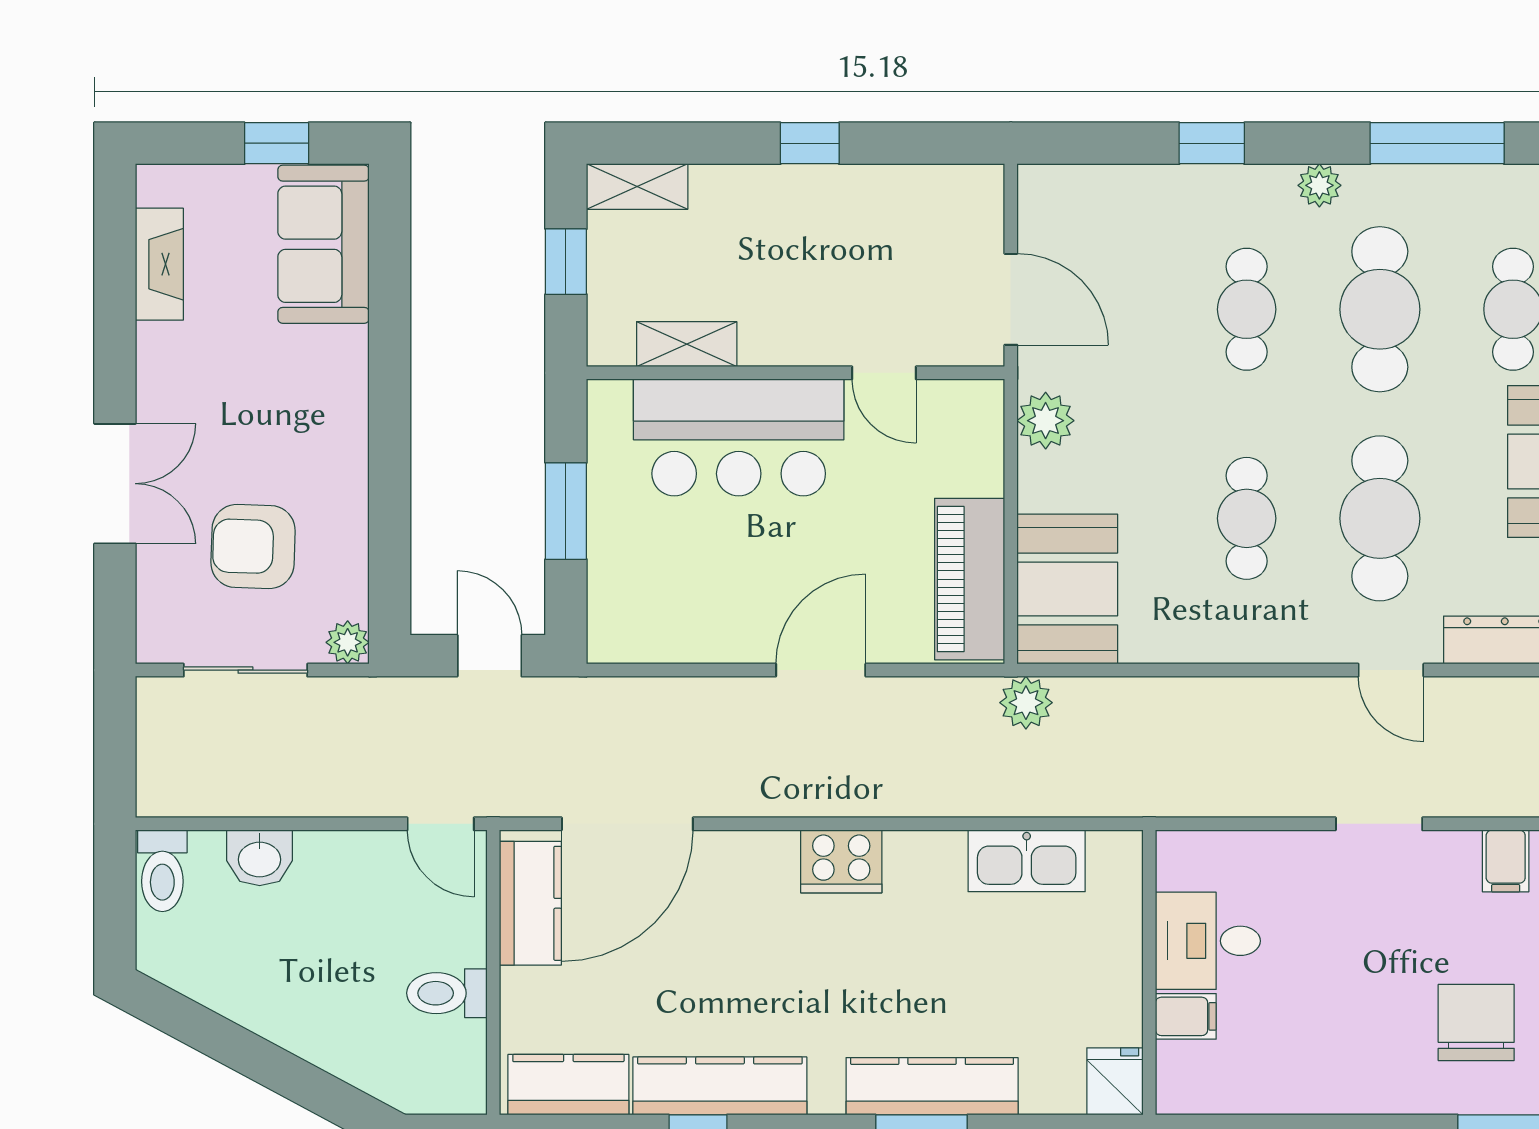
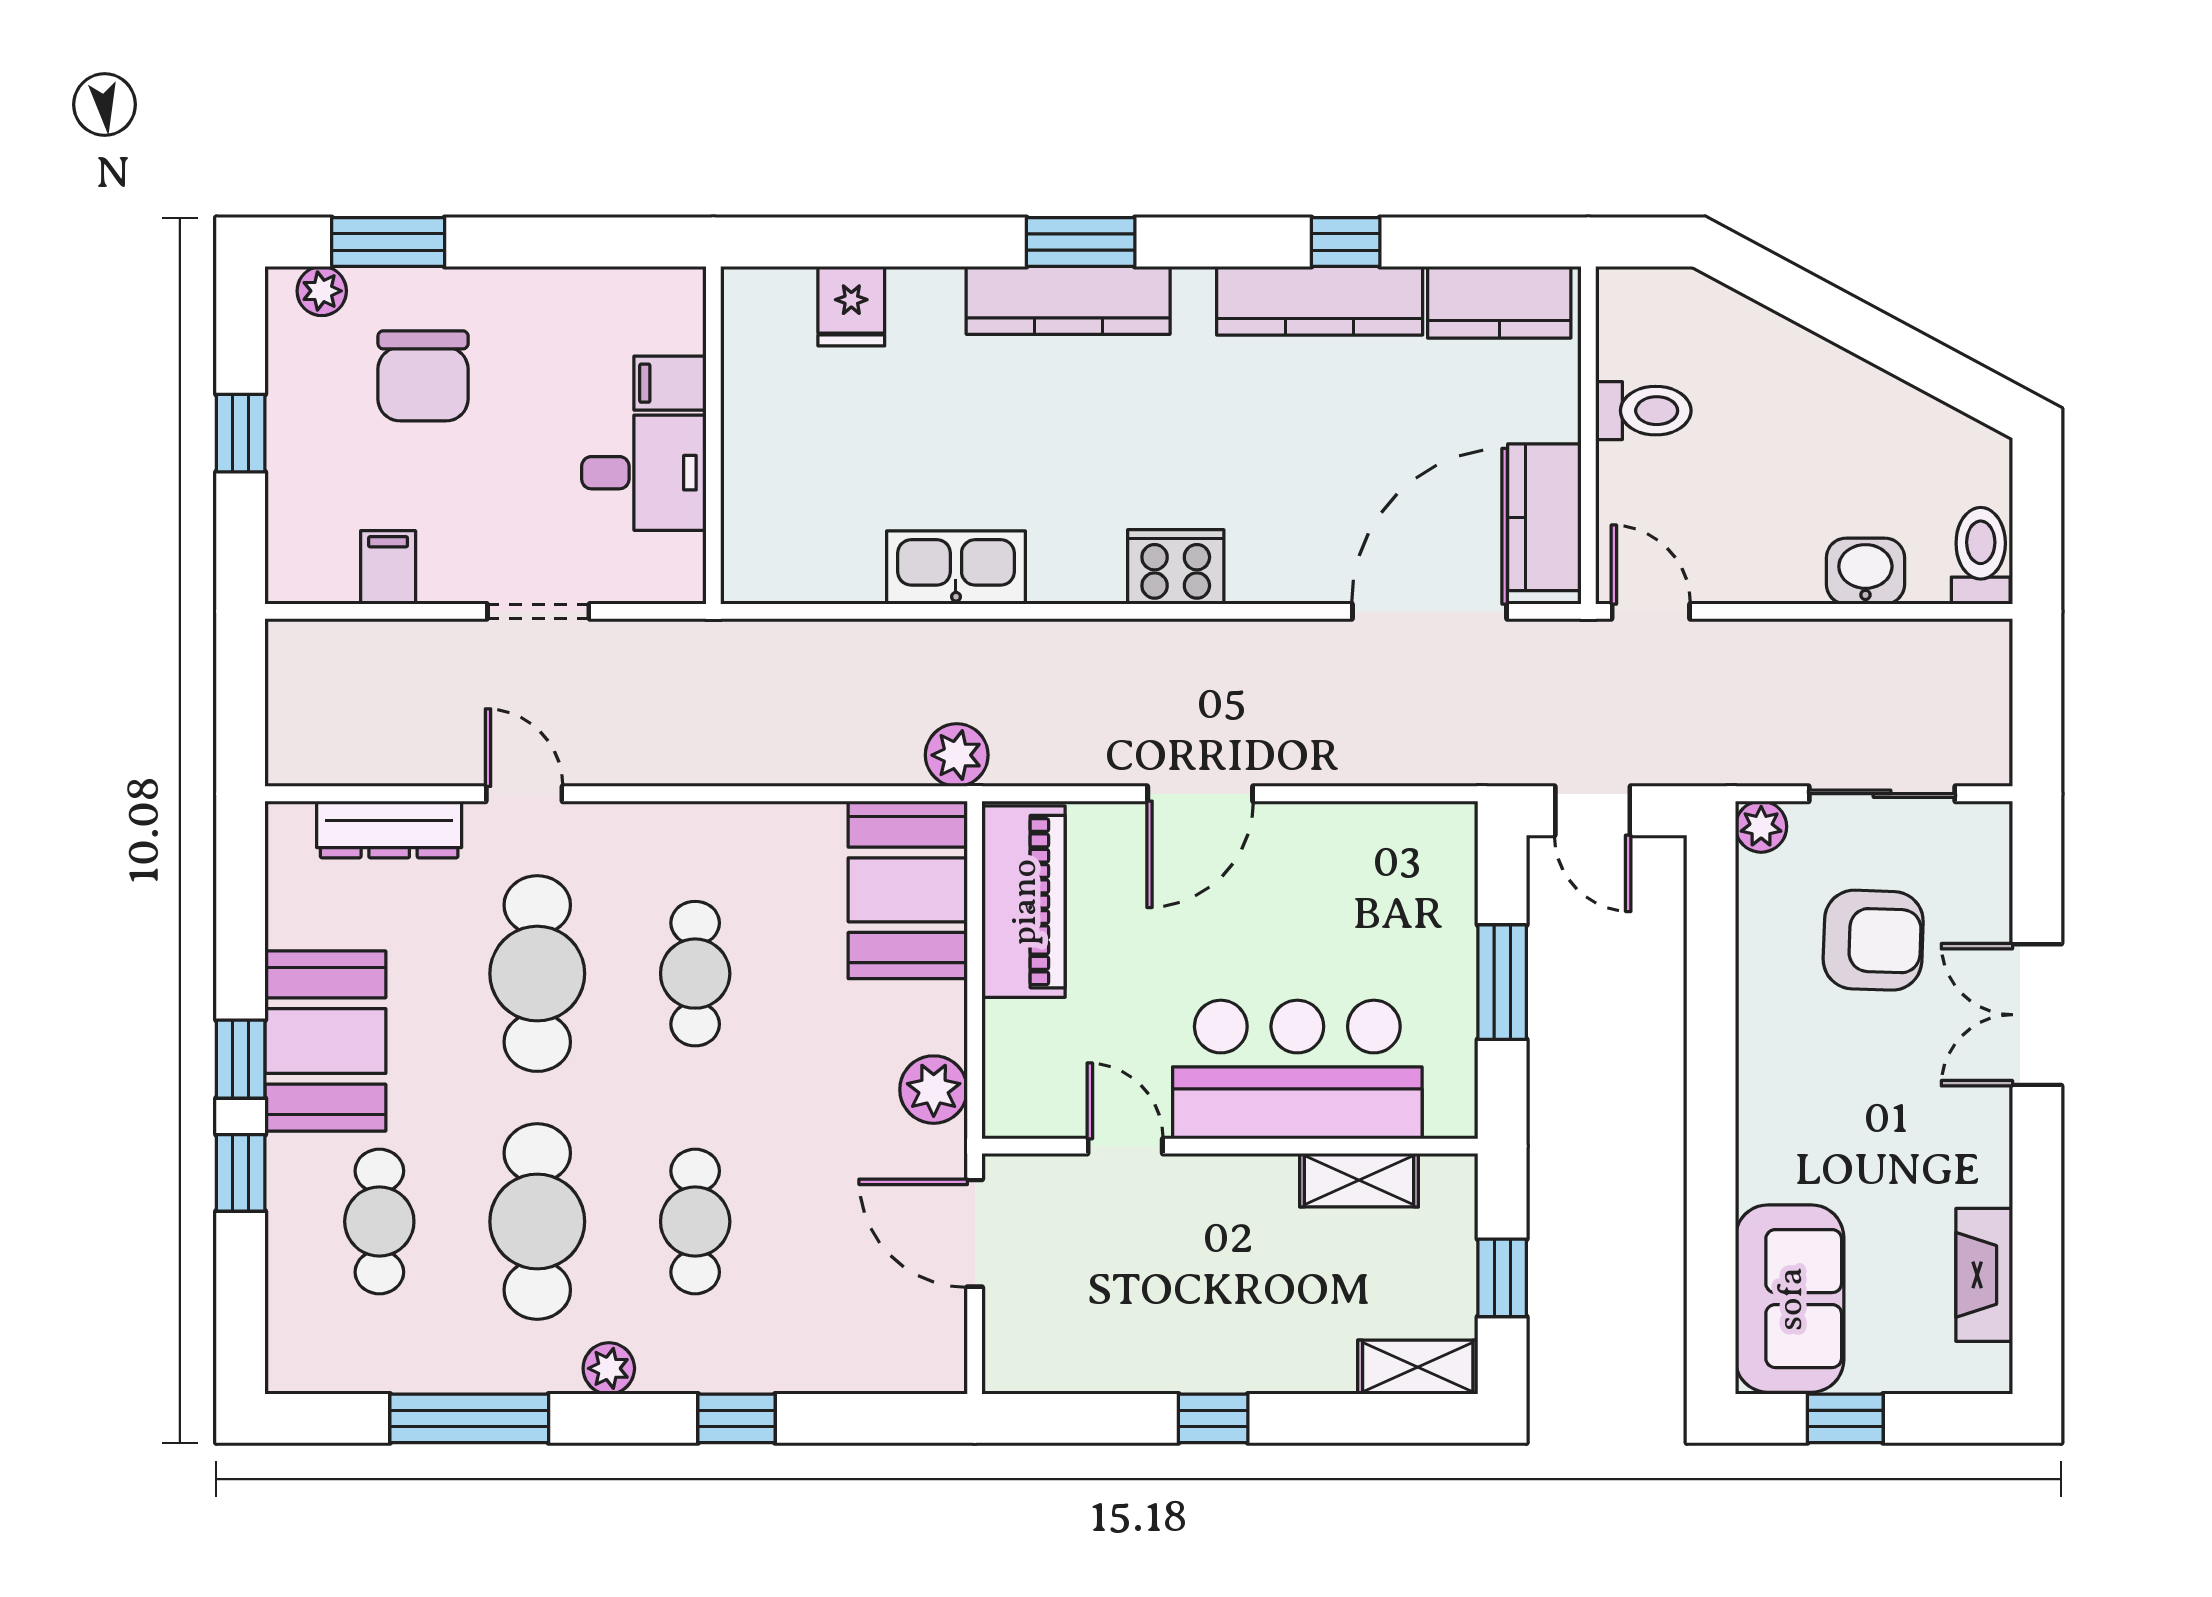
desk: (1208, 941) -> (644, 473), moved
wall: (1149, 972) -> (713, 435), moved
filing cabinet: (1186, 1016) -> (670, 383), moved

